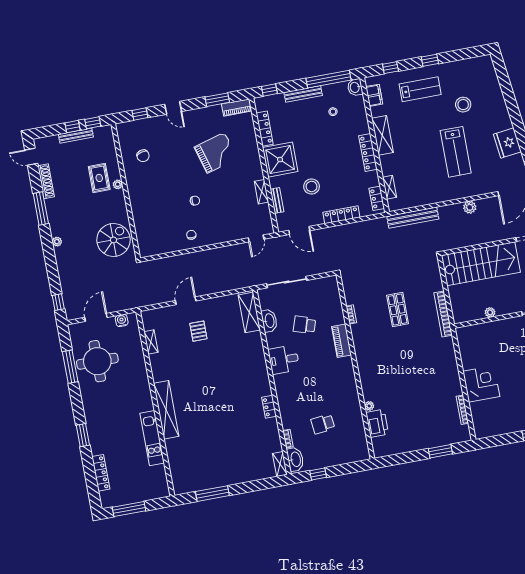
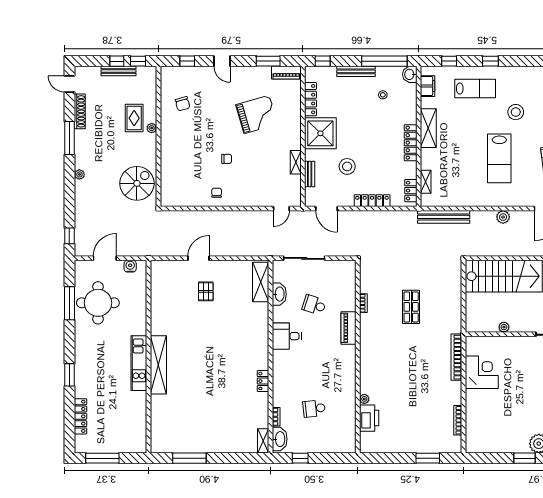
bookcase: (443, 314) -> (456, 357), moved
shelving: (151, 342) -> (156, 294), removed
corner desk: (481, 384) -> (482, 372), moved
kitchen unit: (152, 438) -> (139, 363), moved

